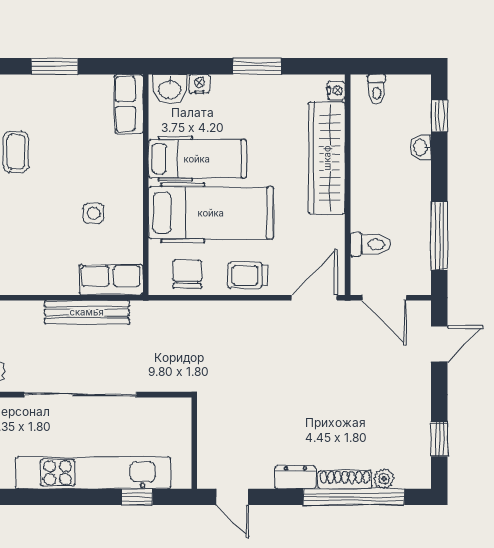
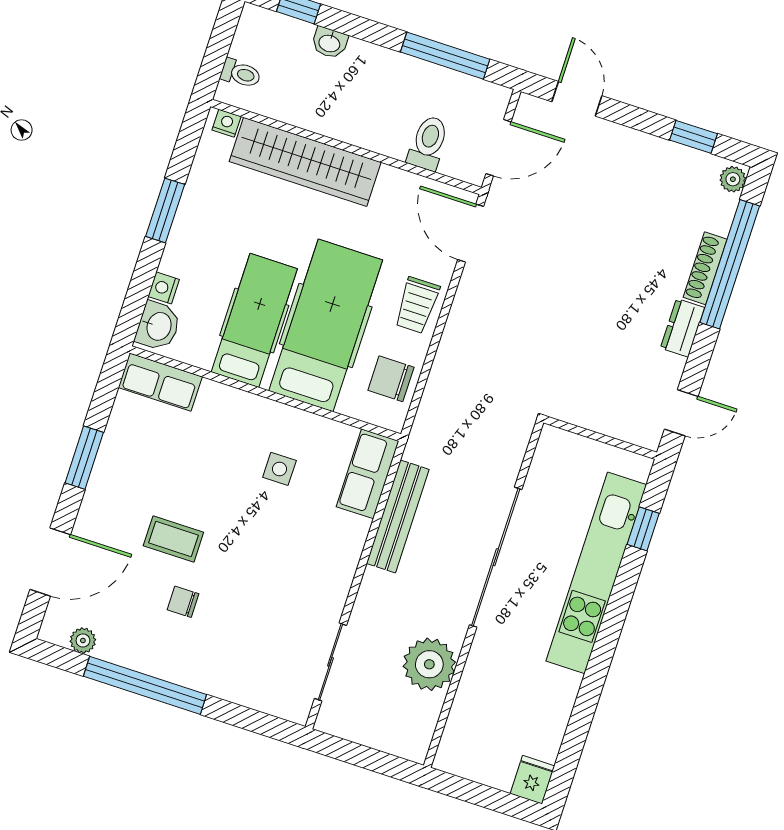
plant: (384, 479) -> (733, 179), moved

